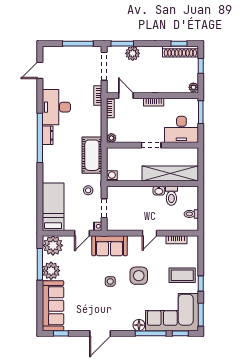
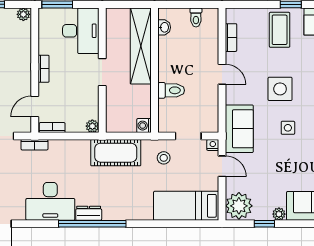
washbasin: (159, 191) -> (164, 27), moved
toilet: (171, 196) -> (171, 90), moved
window: (40, 264) -> (264, 224), width x0.46
plant: (51, 271) -> (279, 214), width x0.53, depth x0.53

